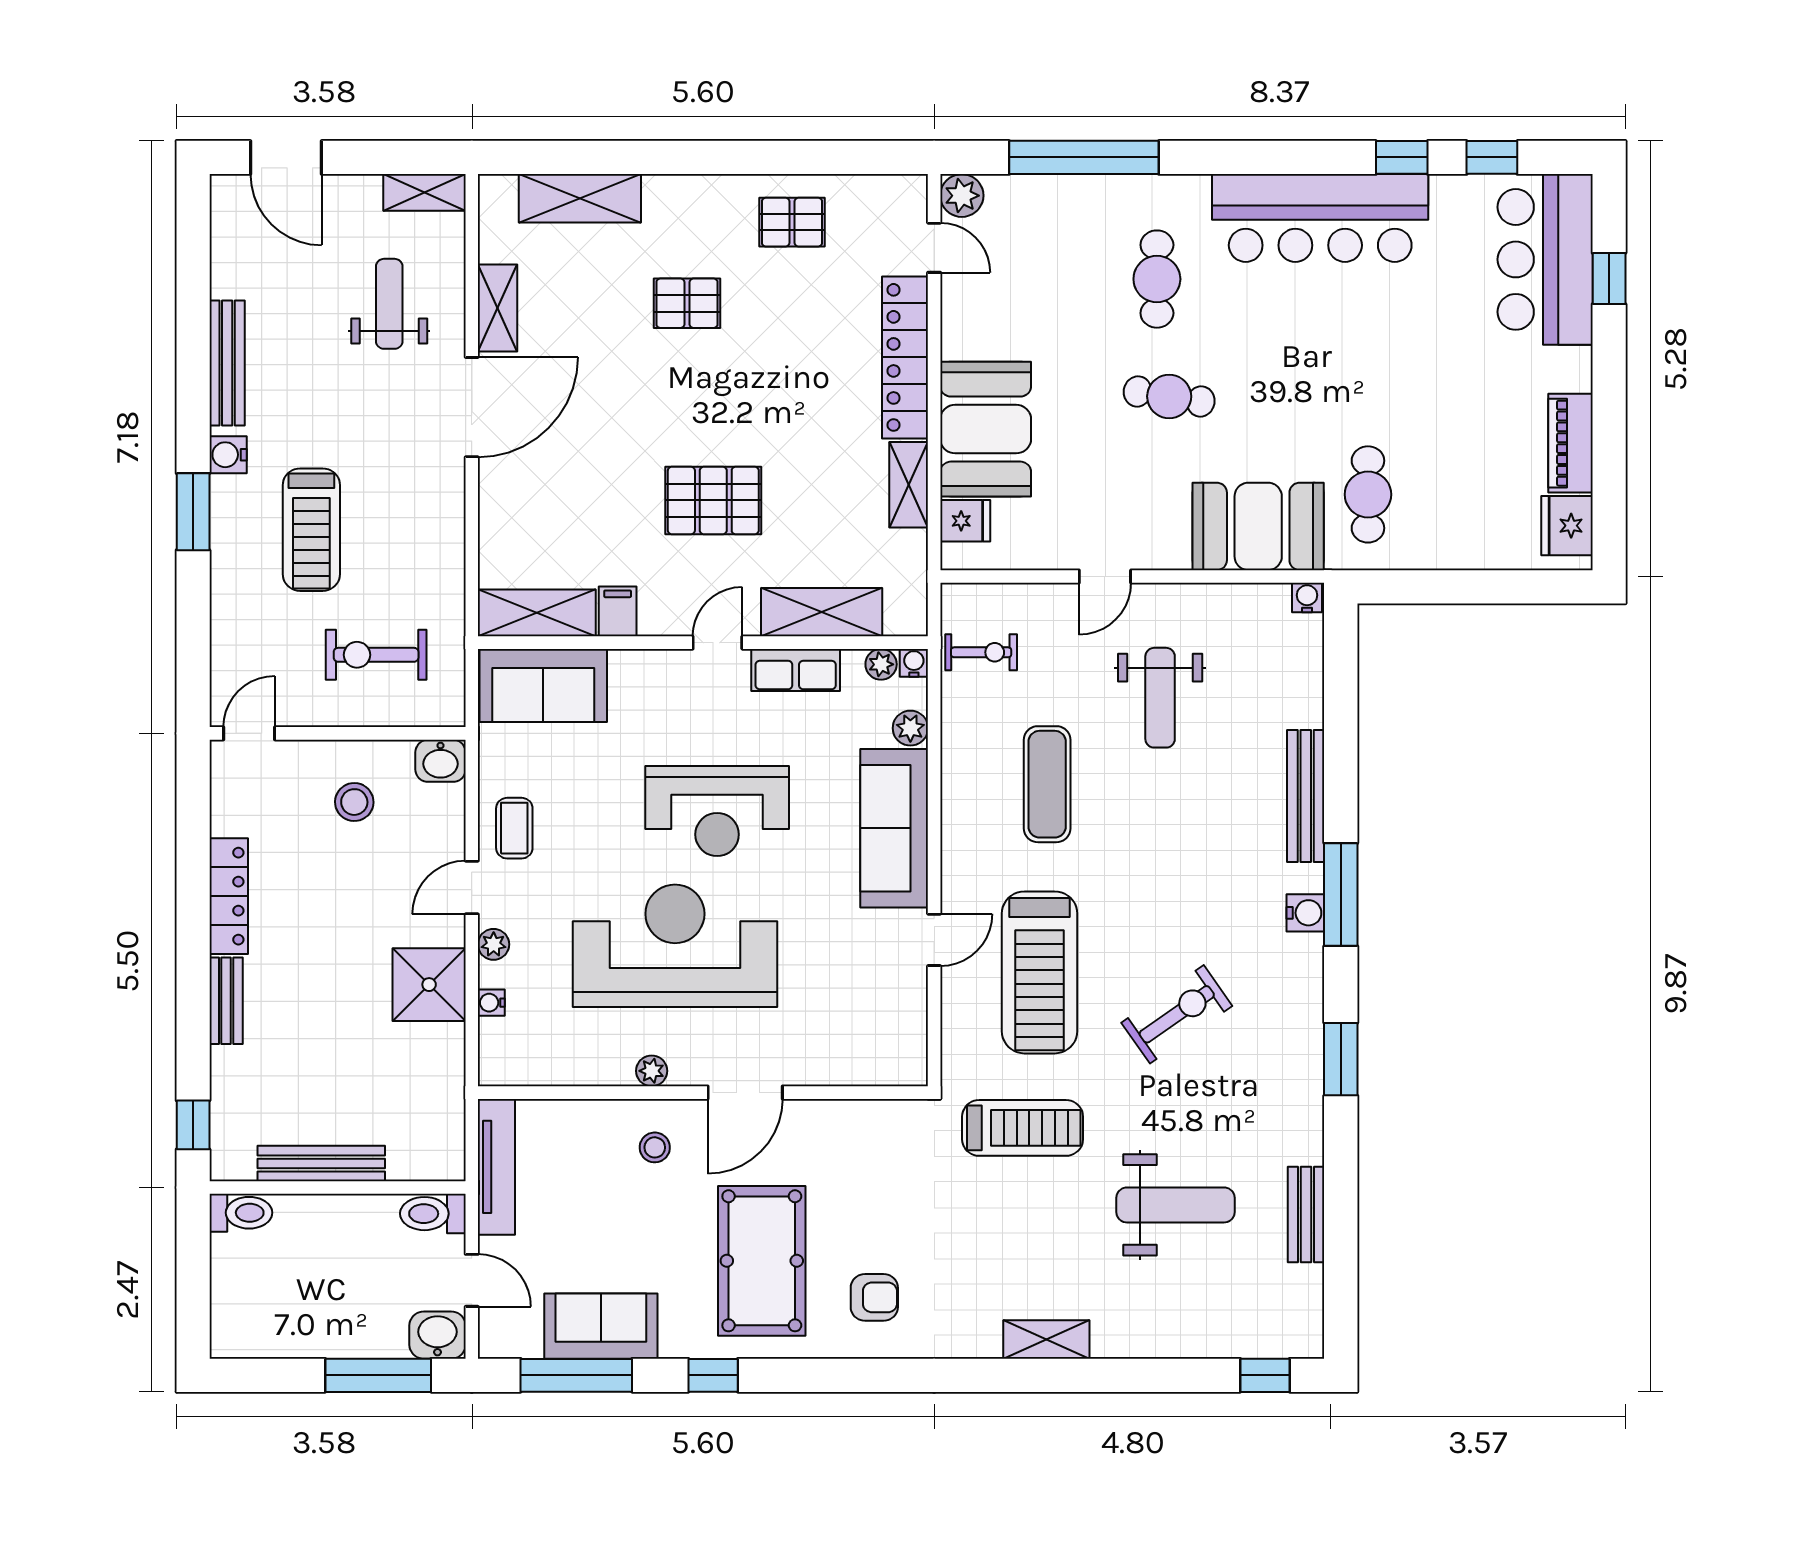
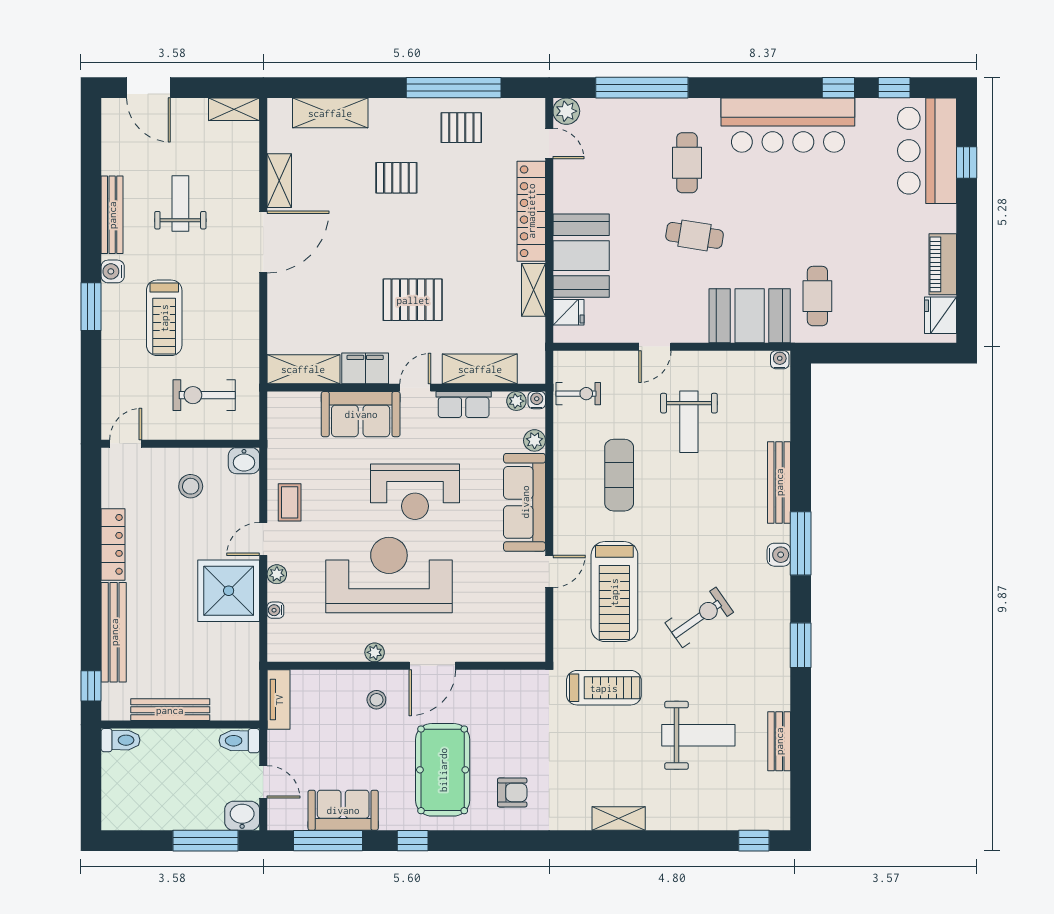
window: (780, 157) -> (454, 88), added
weight bench: (389, 304) -> (180, 203), moved
filing cabinet: (618, 611) -> (365, 368), width x2.00
sofa: (543, 685) -> (361, 414), moved
shower: (429, 985) -> (229, 591), width x1.37, depth x1.37
bench: (226, 1001) -> (114, 632), width x1.86, depth x1.21
tv unit: (496, 1167) -> (279, 700), width x0.71

